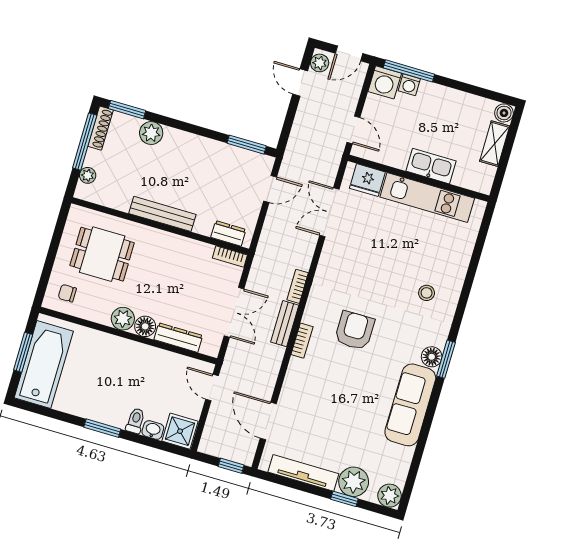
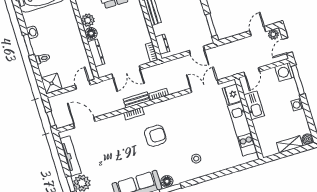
door: (349, 53) -> (287, 46), hinge flipped
washing machine: (409, 85) -> (297, 105), moved
kitchen sink: (431, 166) -> (254, 105), moved
door: (268, 421) -> (84, 123), hinge flipped
washbasin: (153, 430) -> (32, 32), moved

